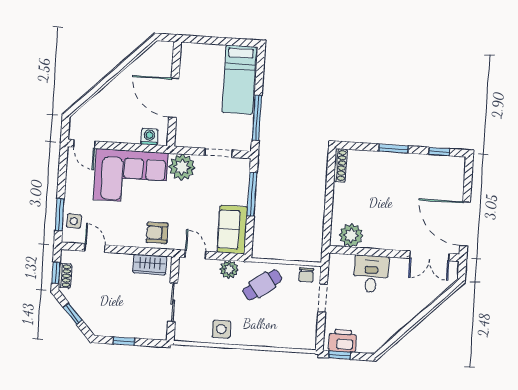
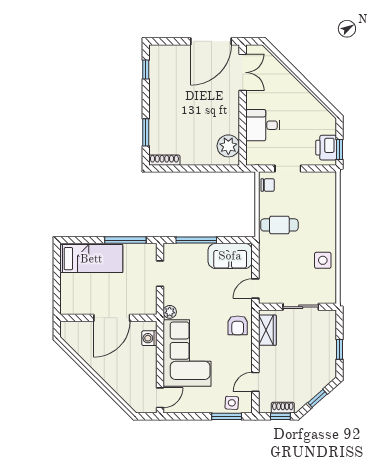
window: (394, 149) -> (146, 132), moved
plant: (182, 167) -> (170, 312), width x0.53, depth x0.53
plant: (229, 269) -> (267, 257), removed
cafe table: (262, 285) -> (279, 225), turned -54

